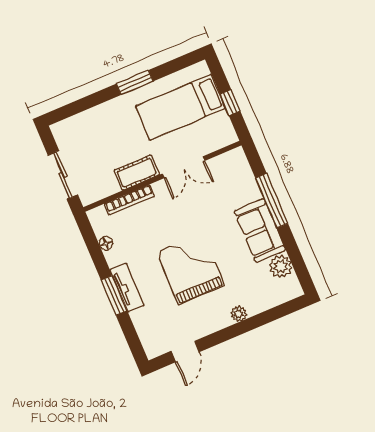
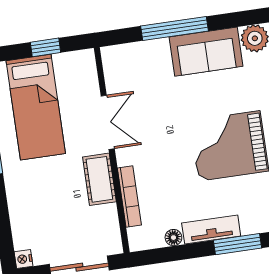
nightstand: (58, 129) -> (24, 259), added
tv unit: (127, 287) -> (211, 229), moved

